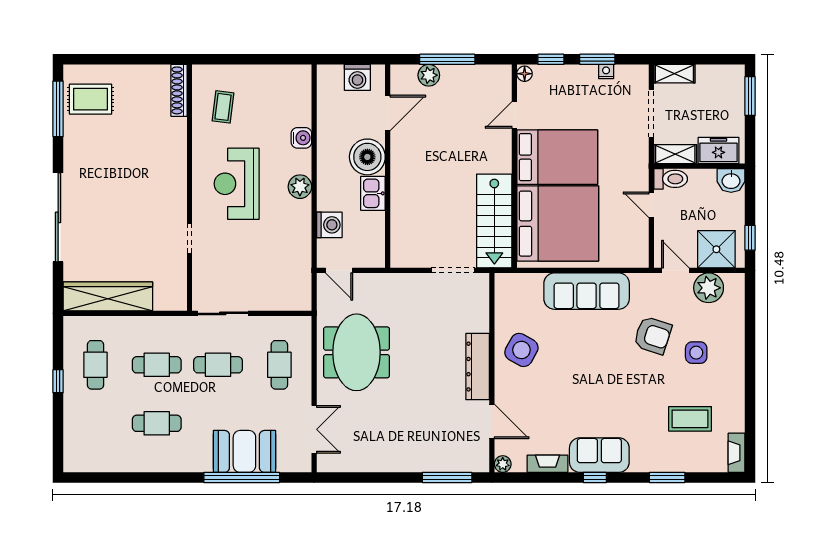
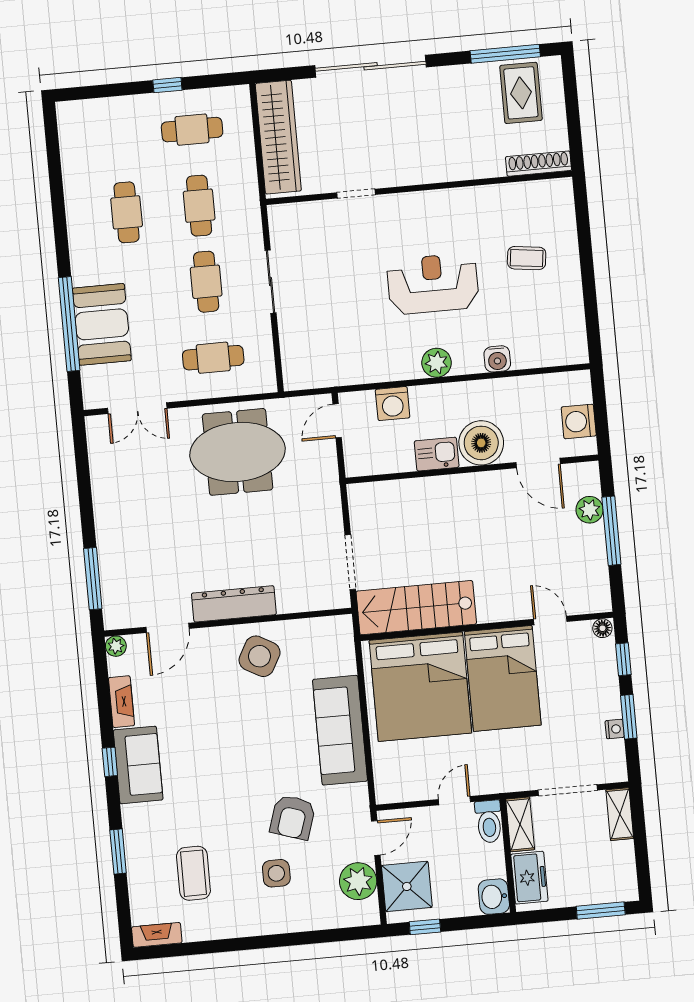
shoe rack: (179, 90) -> (538, 164), moved
wall: (189, 188) -> (419, 188), moved
doorway: (189, 238) -> (356, 194), moved

